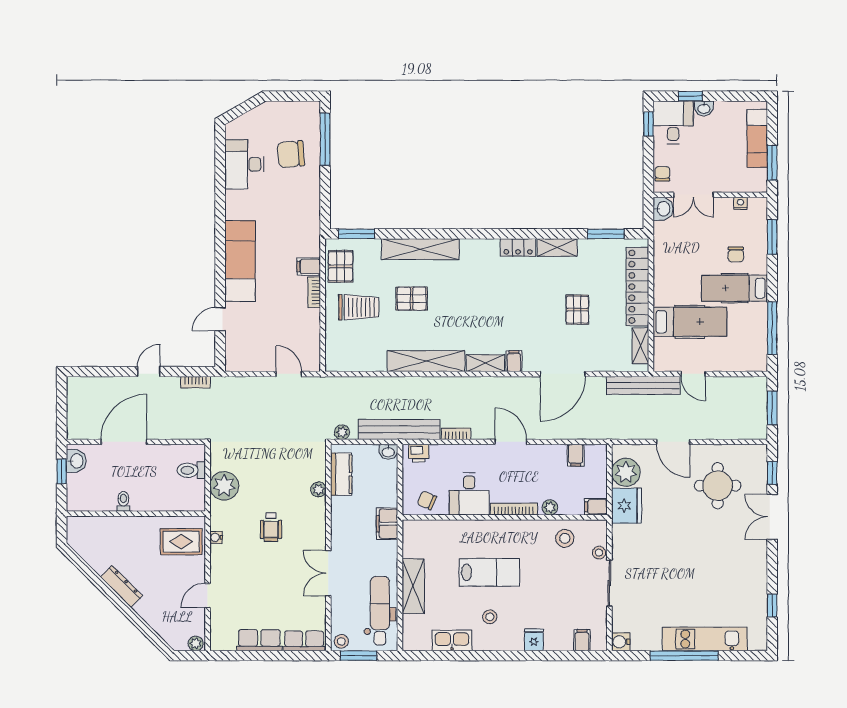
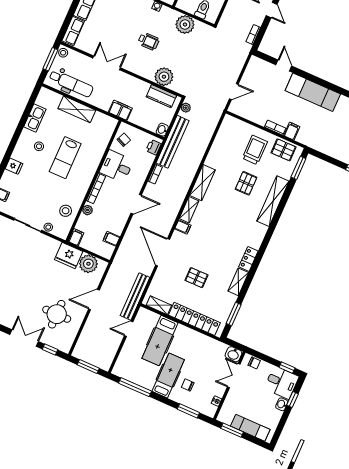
trolley: (359, 307) -> (255, 150), turned 180
shelving: (426, 361) -> (202, 183), width x0.68
plant: (318, 489) -> (164, 77), width x1.87, depth x1.87
wheelchair: (271, 527) -> (149, 41), turned 180

